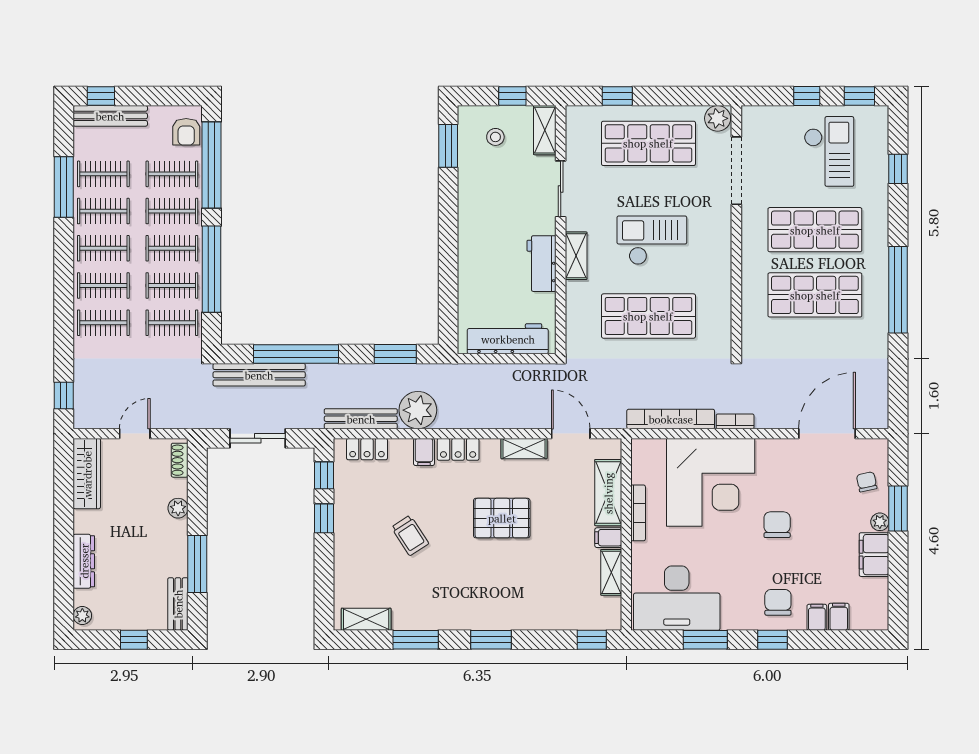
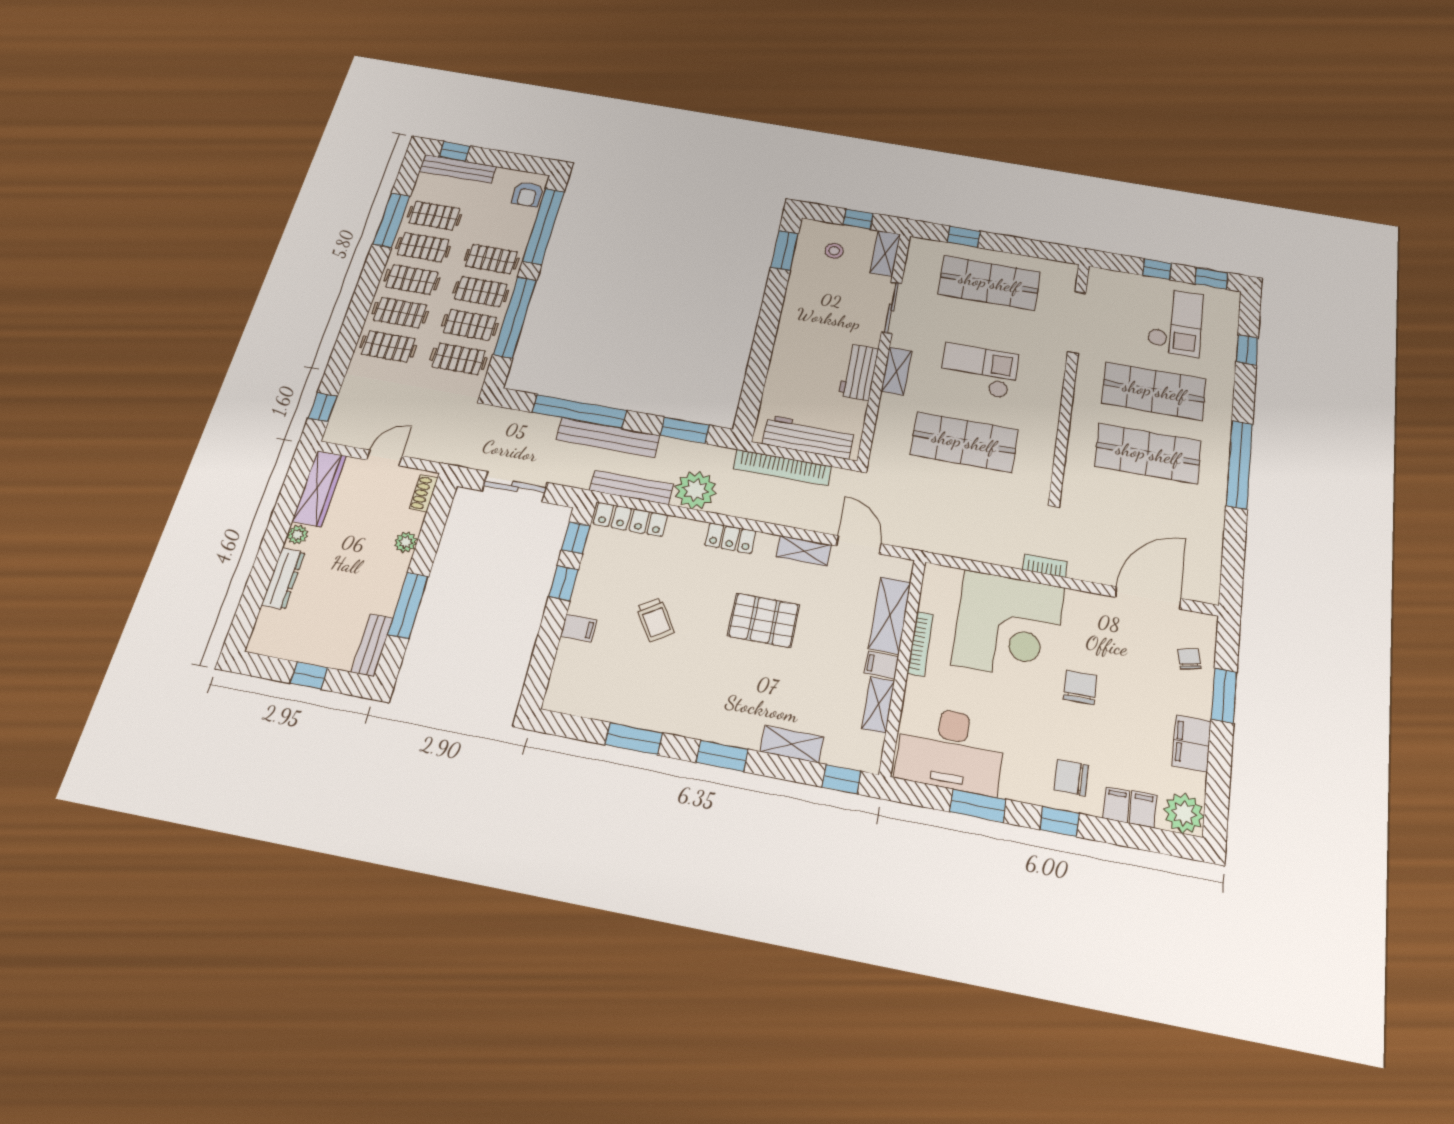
plant: (718, 118) -> (1063, 273), removed
clothes rail: (172, 174) -> (502, 227), removed
bench: (259, 375) -> (608, 438), moved
bookcase: (671, 419) -> (782, 467), moved, turned 180
locker: (367, 449) -> (630, 520), width x1.53
filing cabinet: (424, 452) -> (579, 628), moved, turned -90
plant: (880, 522) -> (1184, 813), moved, width x1.88, depth x1.88
chair: (778, 602) -> (1071, 778), turned -90
plant: (82, 615) -> (297, 535), moved
shelving: (366, 619) -> (792, 744), moved

